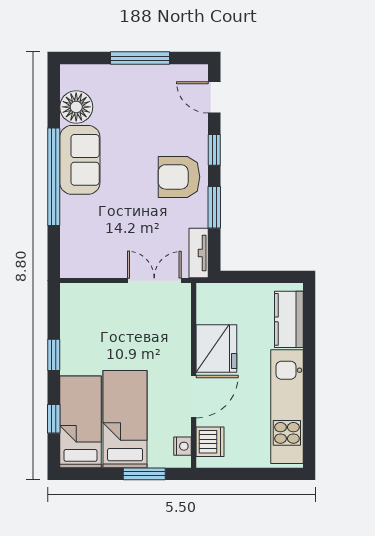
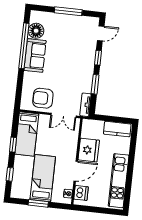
door: (214, 97) -> (101, 33), swing flipped
window: (54, 177) -> (24, 46), moved
armchair: (179, 177) -> (43, 98), moved
double door: (154, 281) -> (63, 115), swing flipped
kitchen counter: (289, 319) -> (117, 129), moved, turned -90
bed: (81, 422) -> (27, 134), moved, turned 180
window: (144, 474) -> (38, 203), moved

